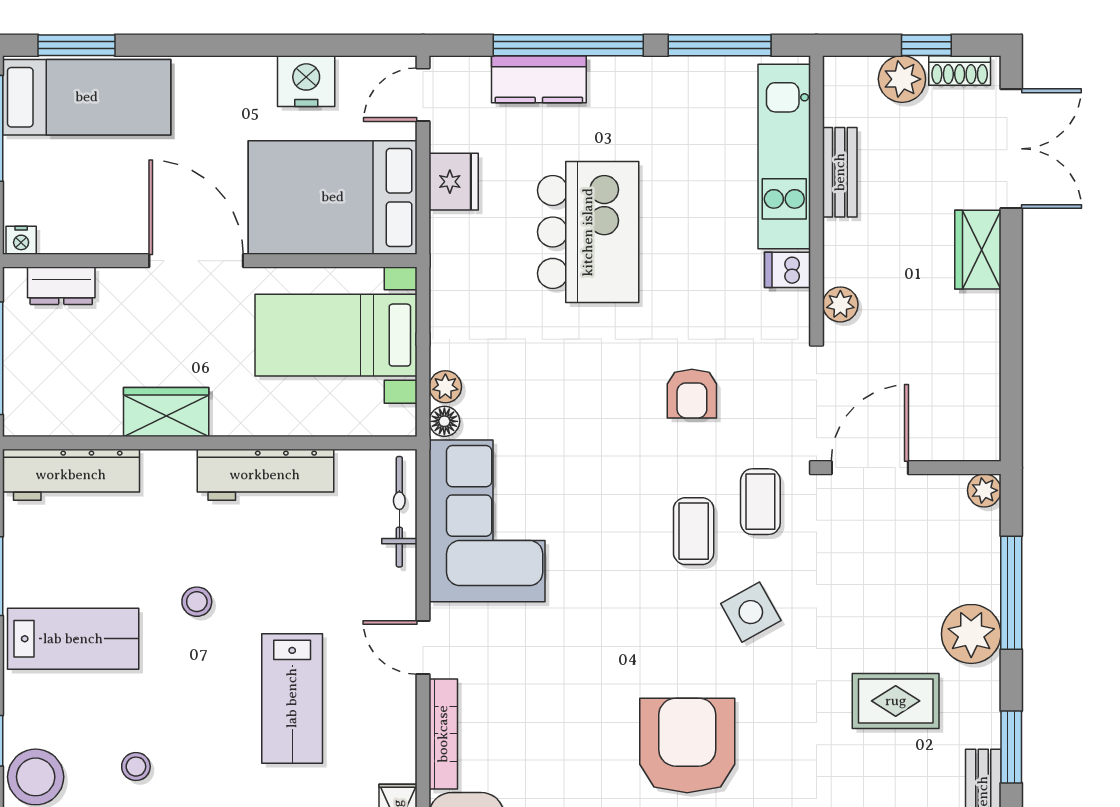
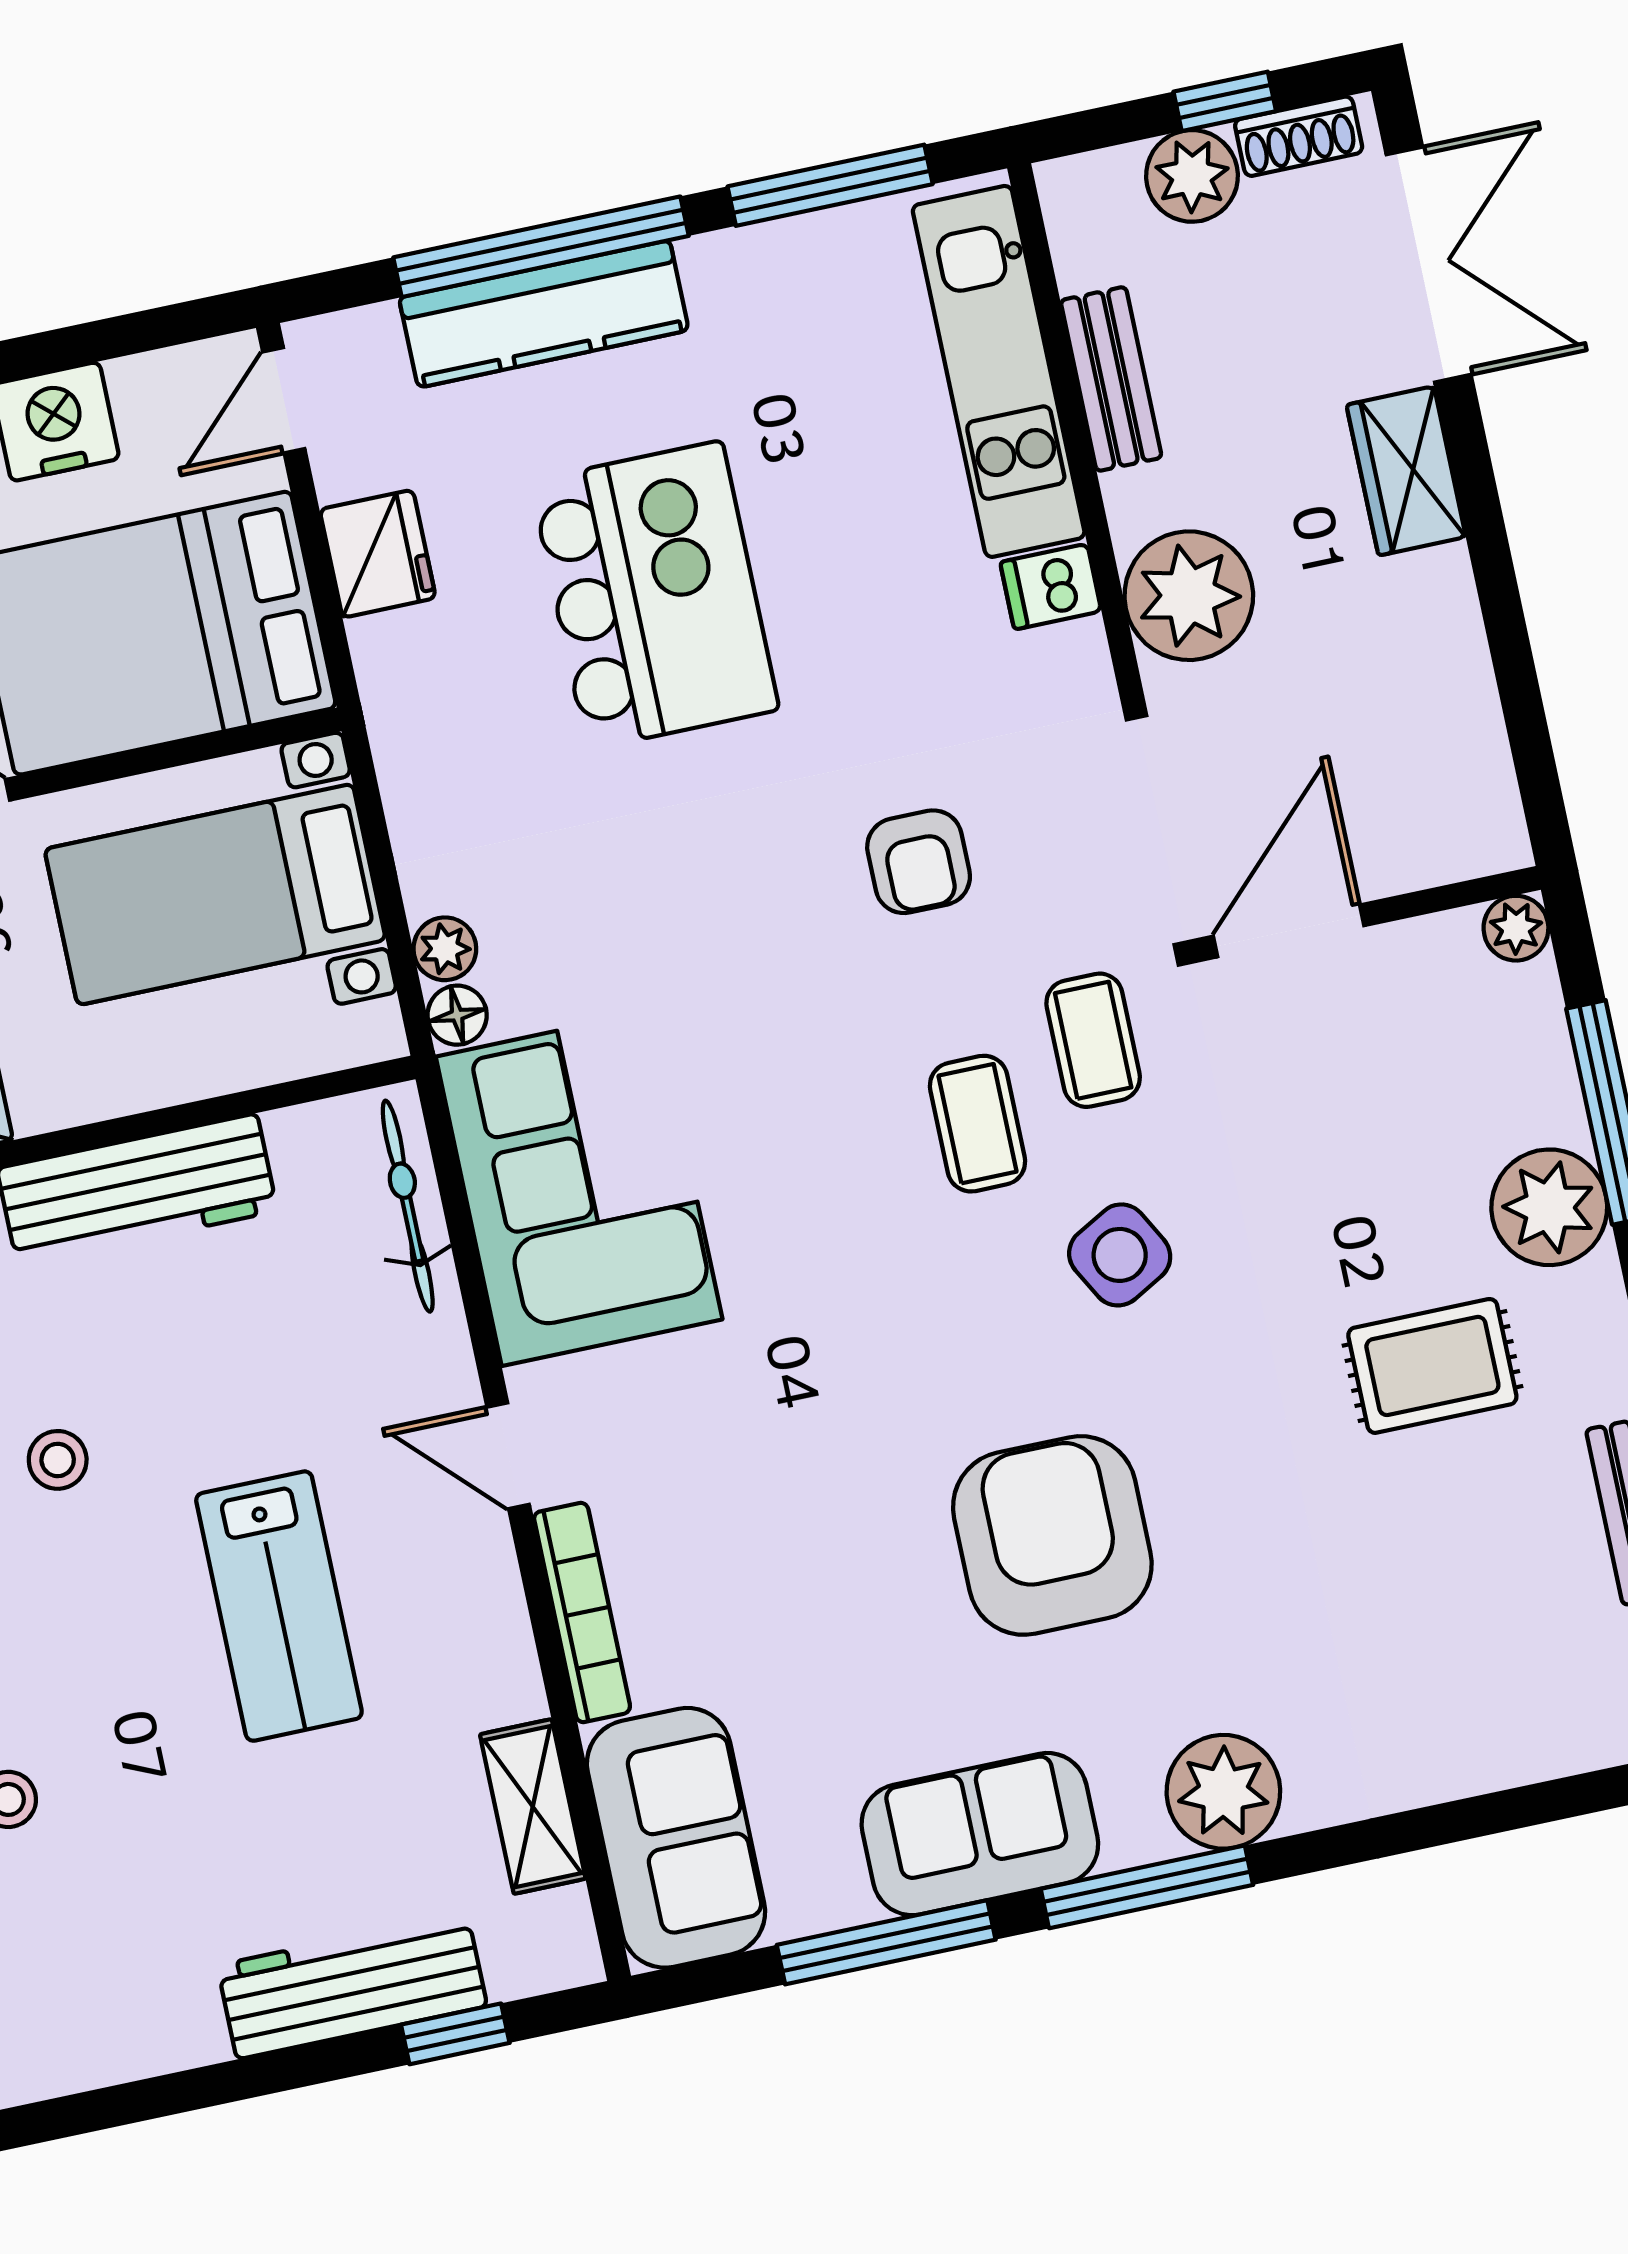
kitchen counter: (539, 79) -> (544, 314), width x1.50
plant: (840, 304) -> (1189, 596), width x1.88, depth x1.88

